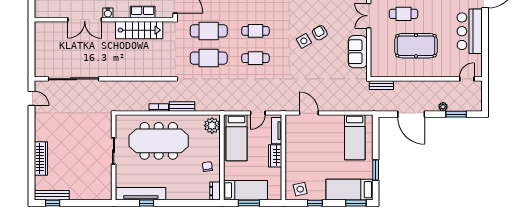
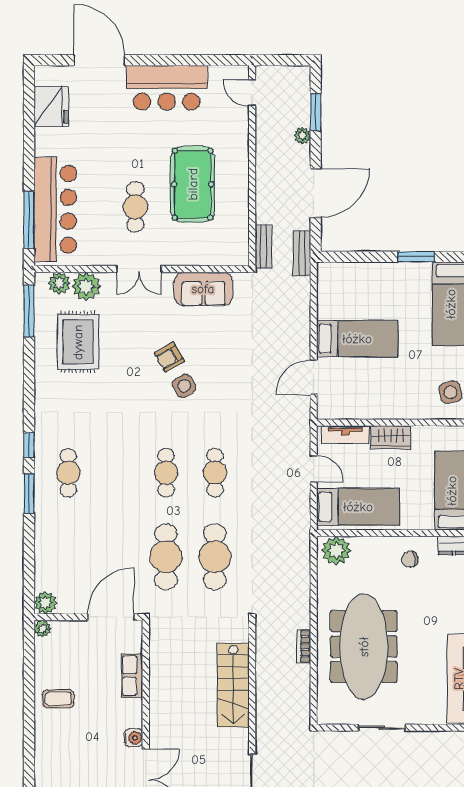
stairs: (139, 30) -> (233, 685), moved, turned 180
bench: (182, 106) -> (302, 253), moved
bed: (355, 137) -> (357, 339), moved

